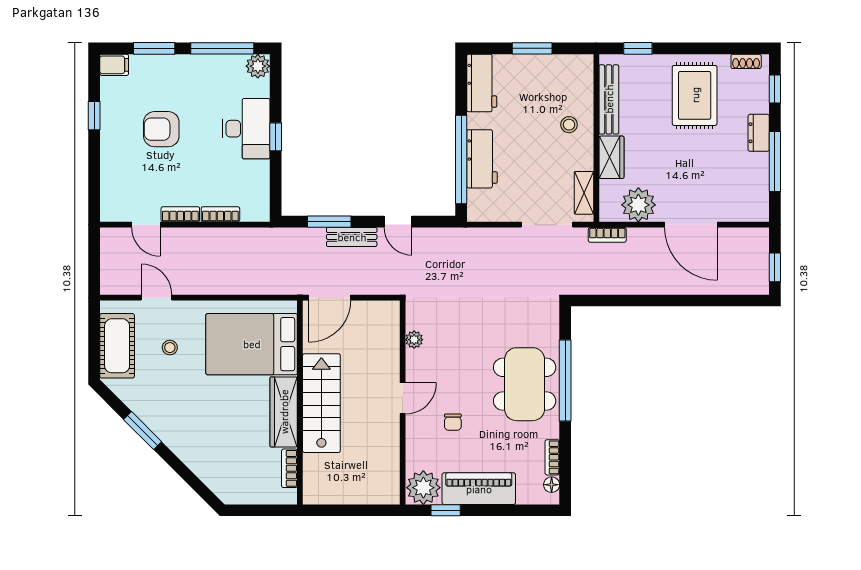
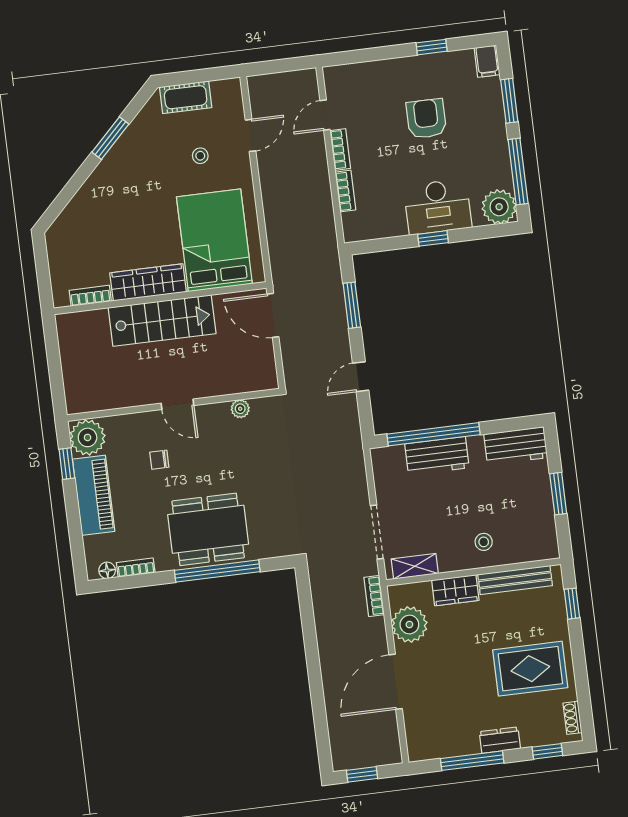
plant: (258, 66) -> (499, 207), width x1.36, depth x1.36
bench: (352, 237) -> (339, 330), removed
cot: (117, 346) -> (186, 97), width x0.73, depth x0.75

